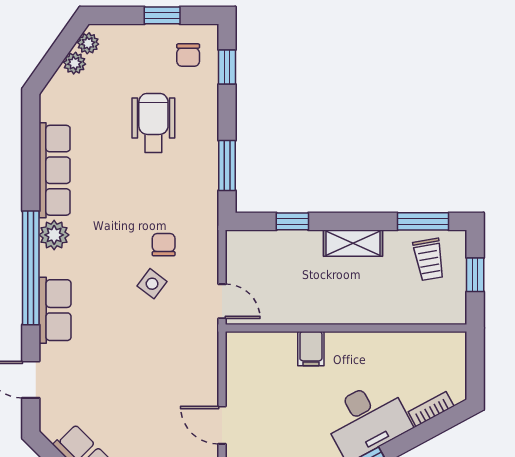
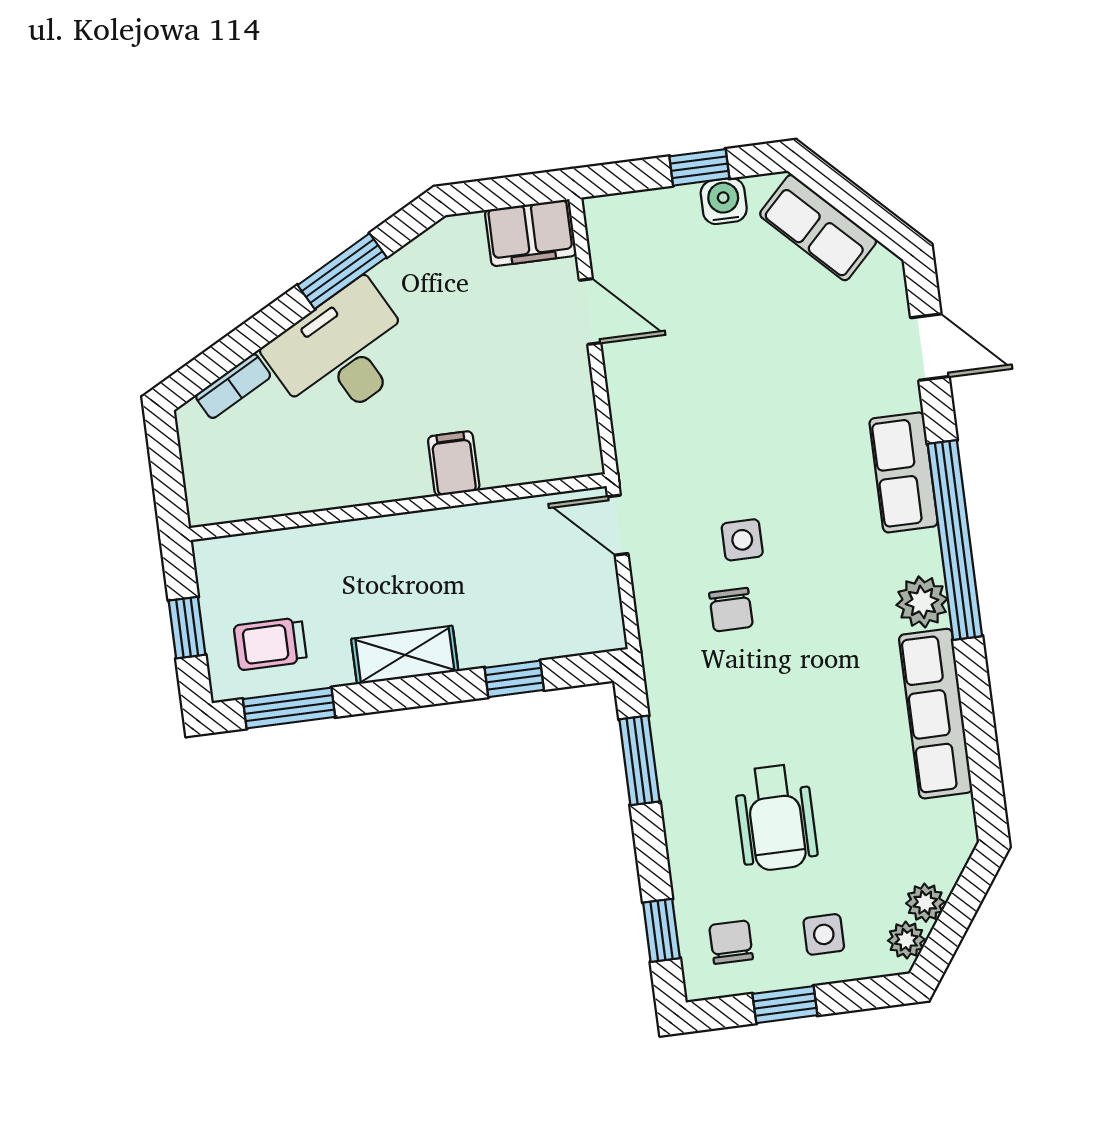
side table: (135, 53) -> (824, 934), added
trolley: (429, 259) -> (270, 644), turned -80
side table: (152, 284) -> (742, 540), turned -37

